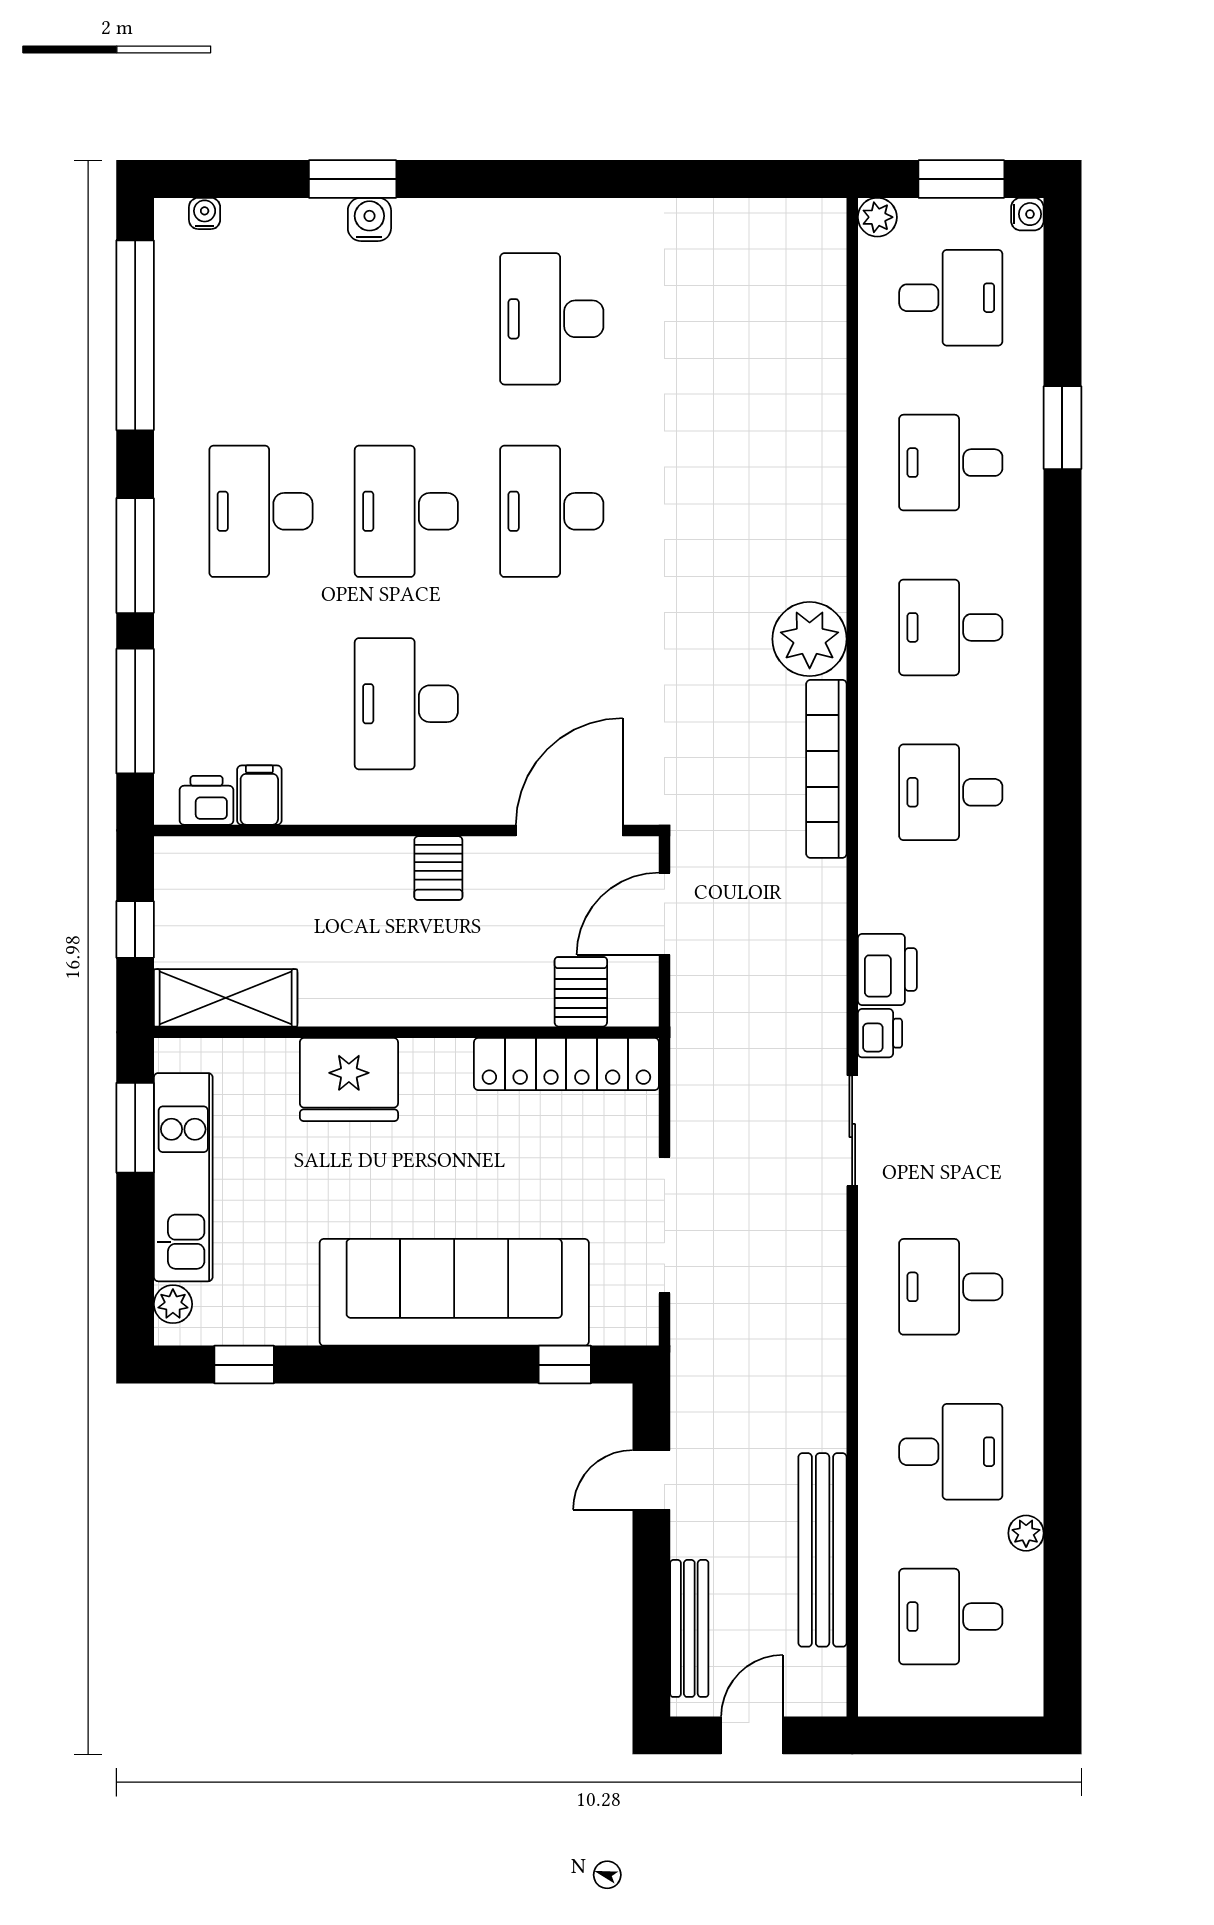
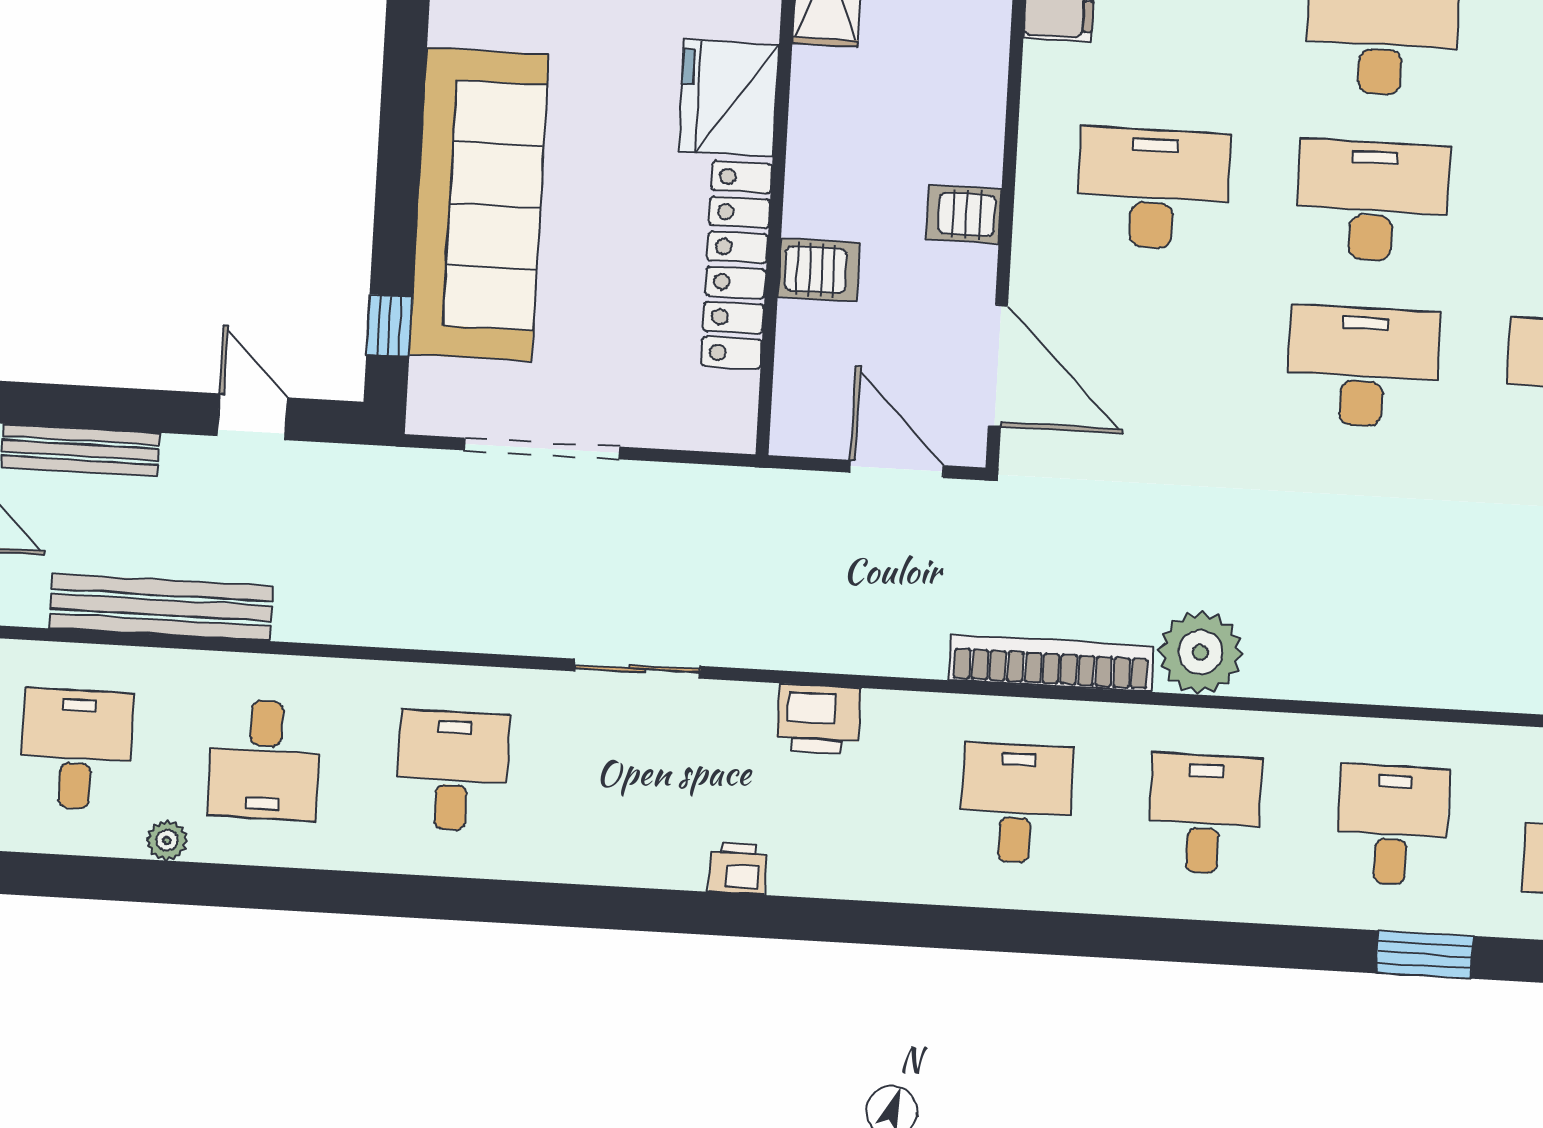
server rack: (581, 992) -> (819, 270), moved
printer: (880, 1033) -> (738, 868), moved, turned 180
locker: (566, 1064) -> (737, 265), moved

